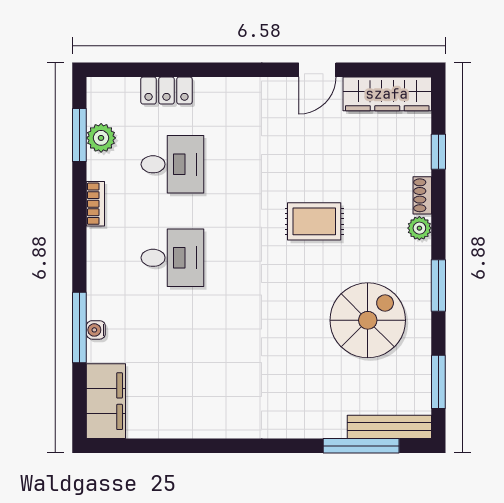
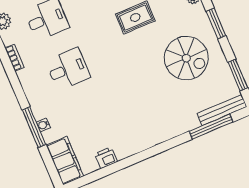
spiral stairs: (368, 320) -> (186, 58), turned 90
printer: (173, 424) -> (106, 158), added

